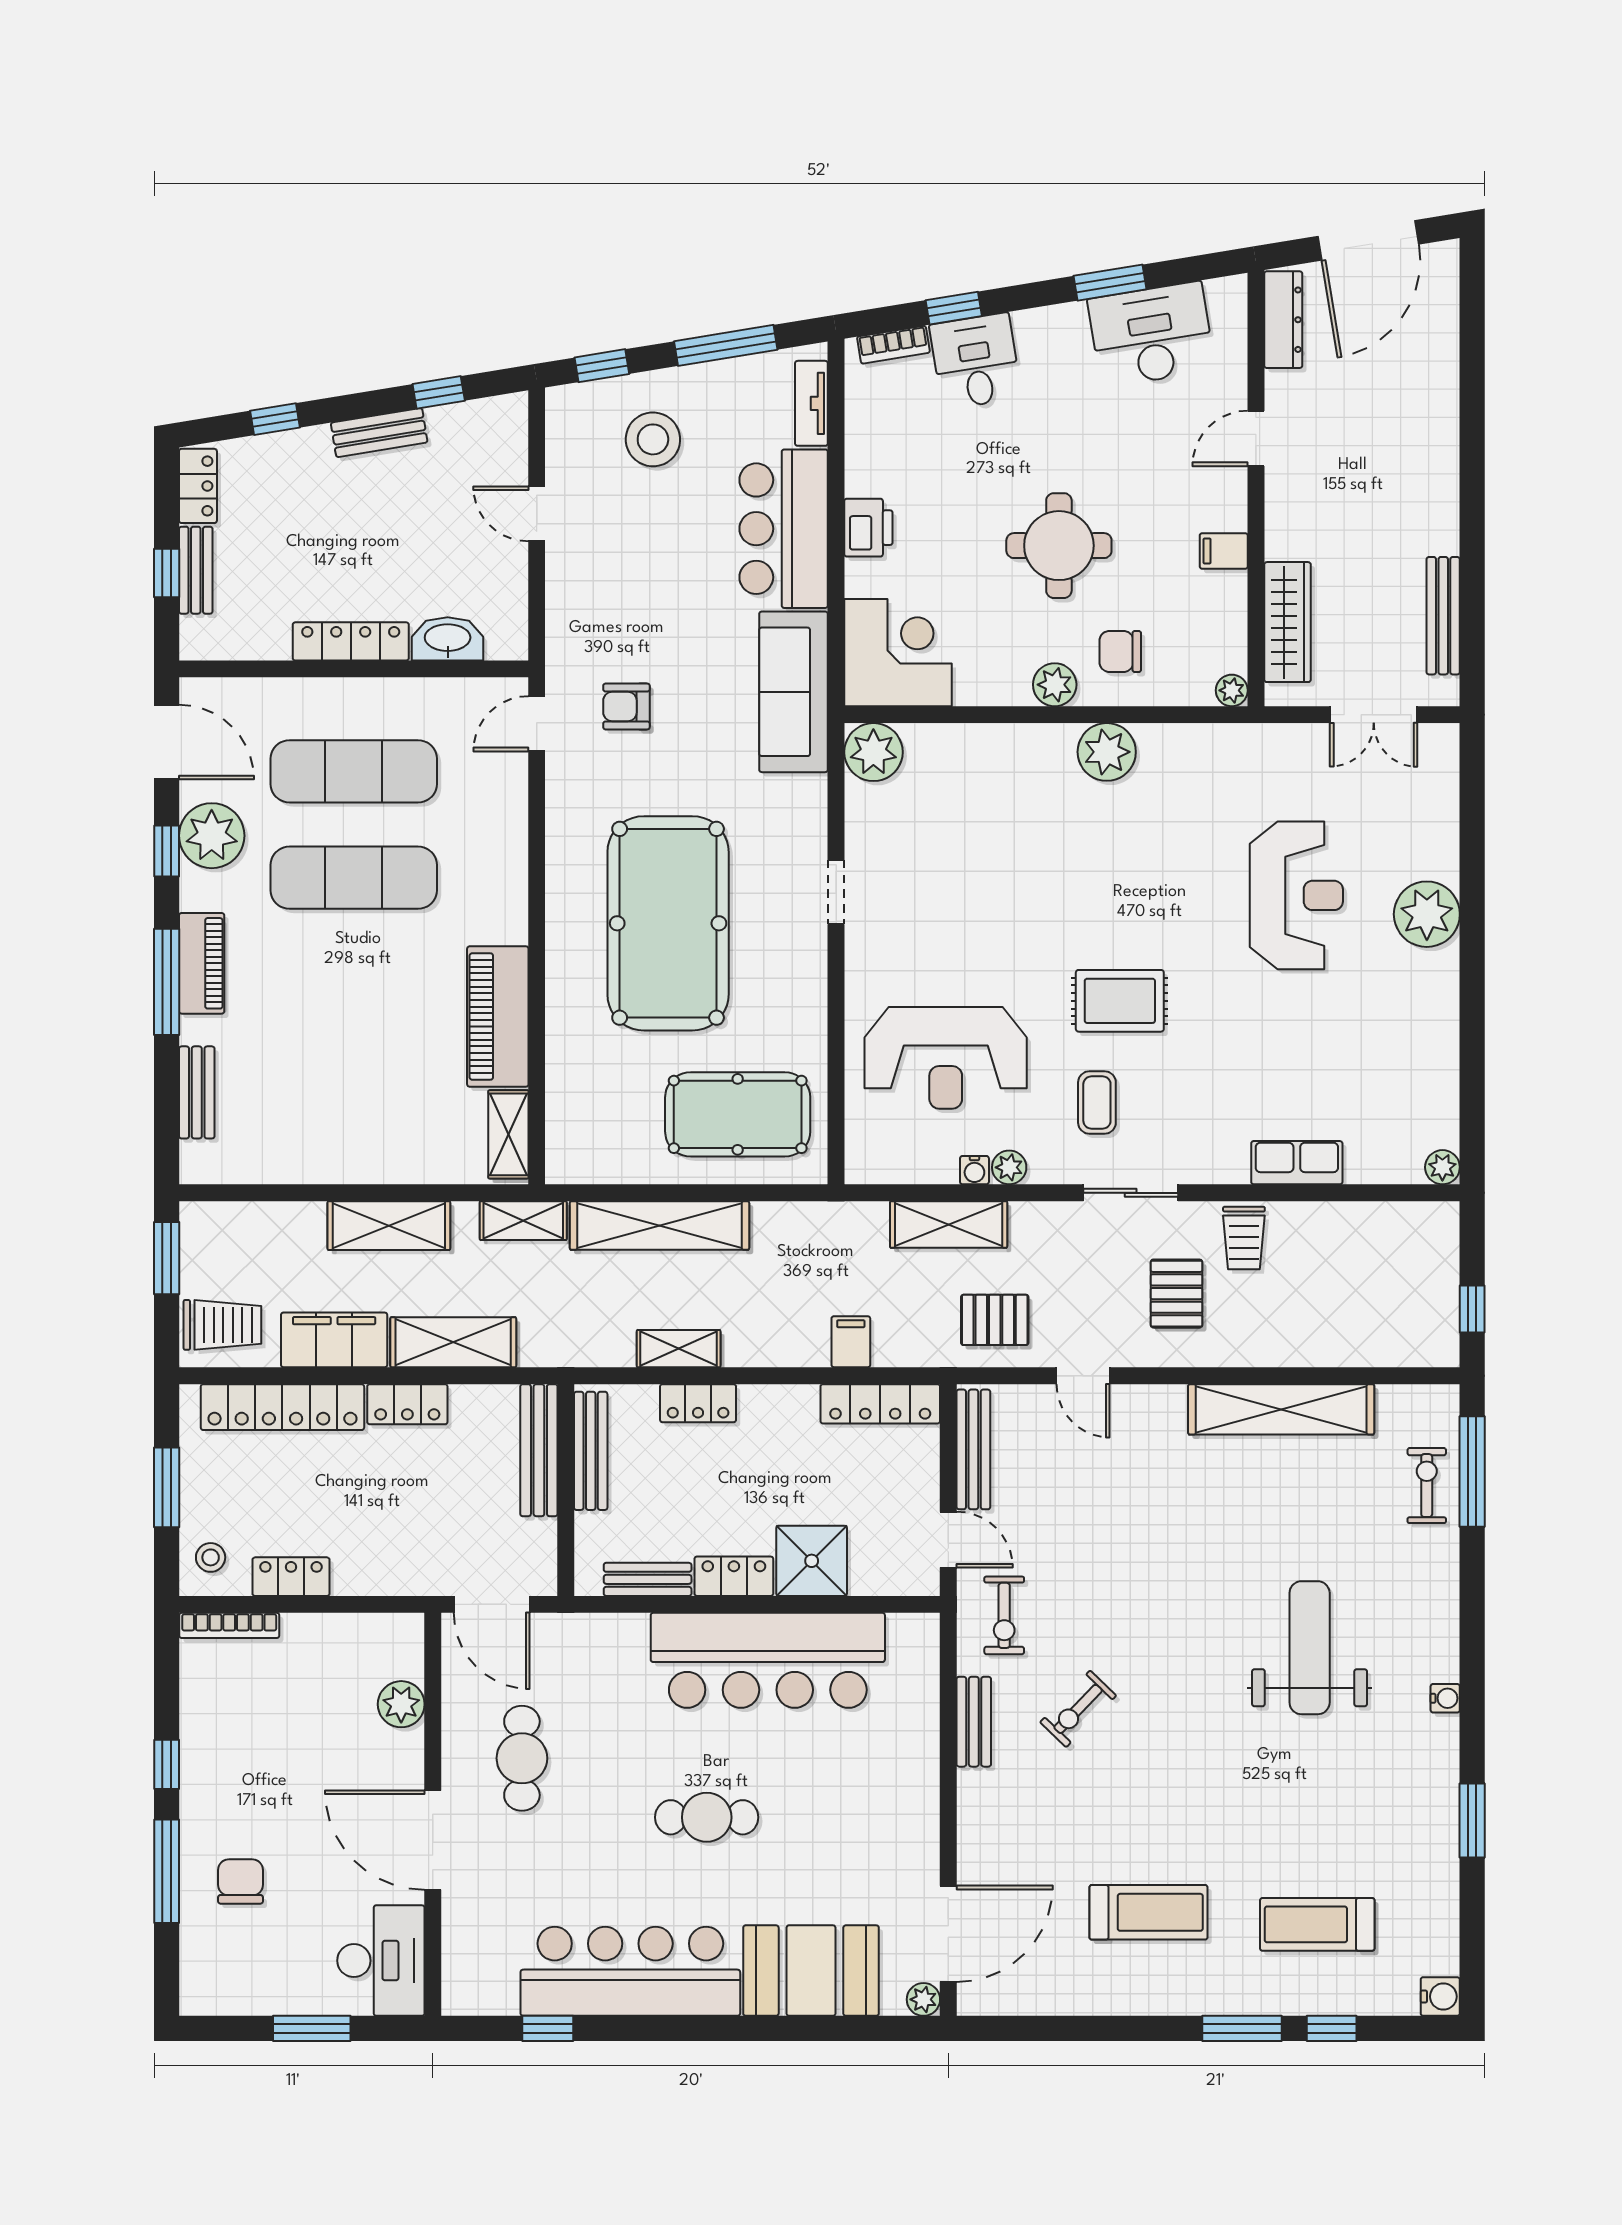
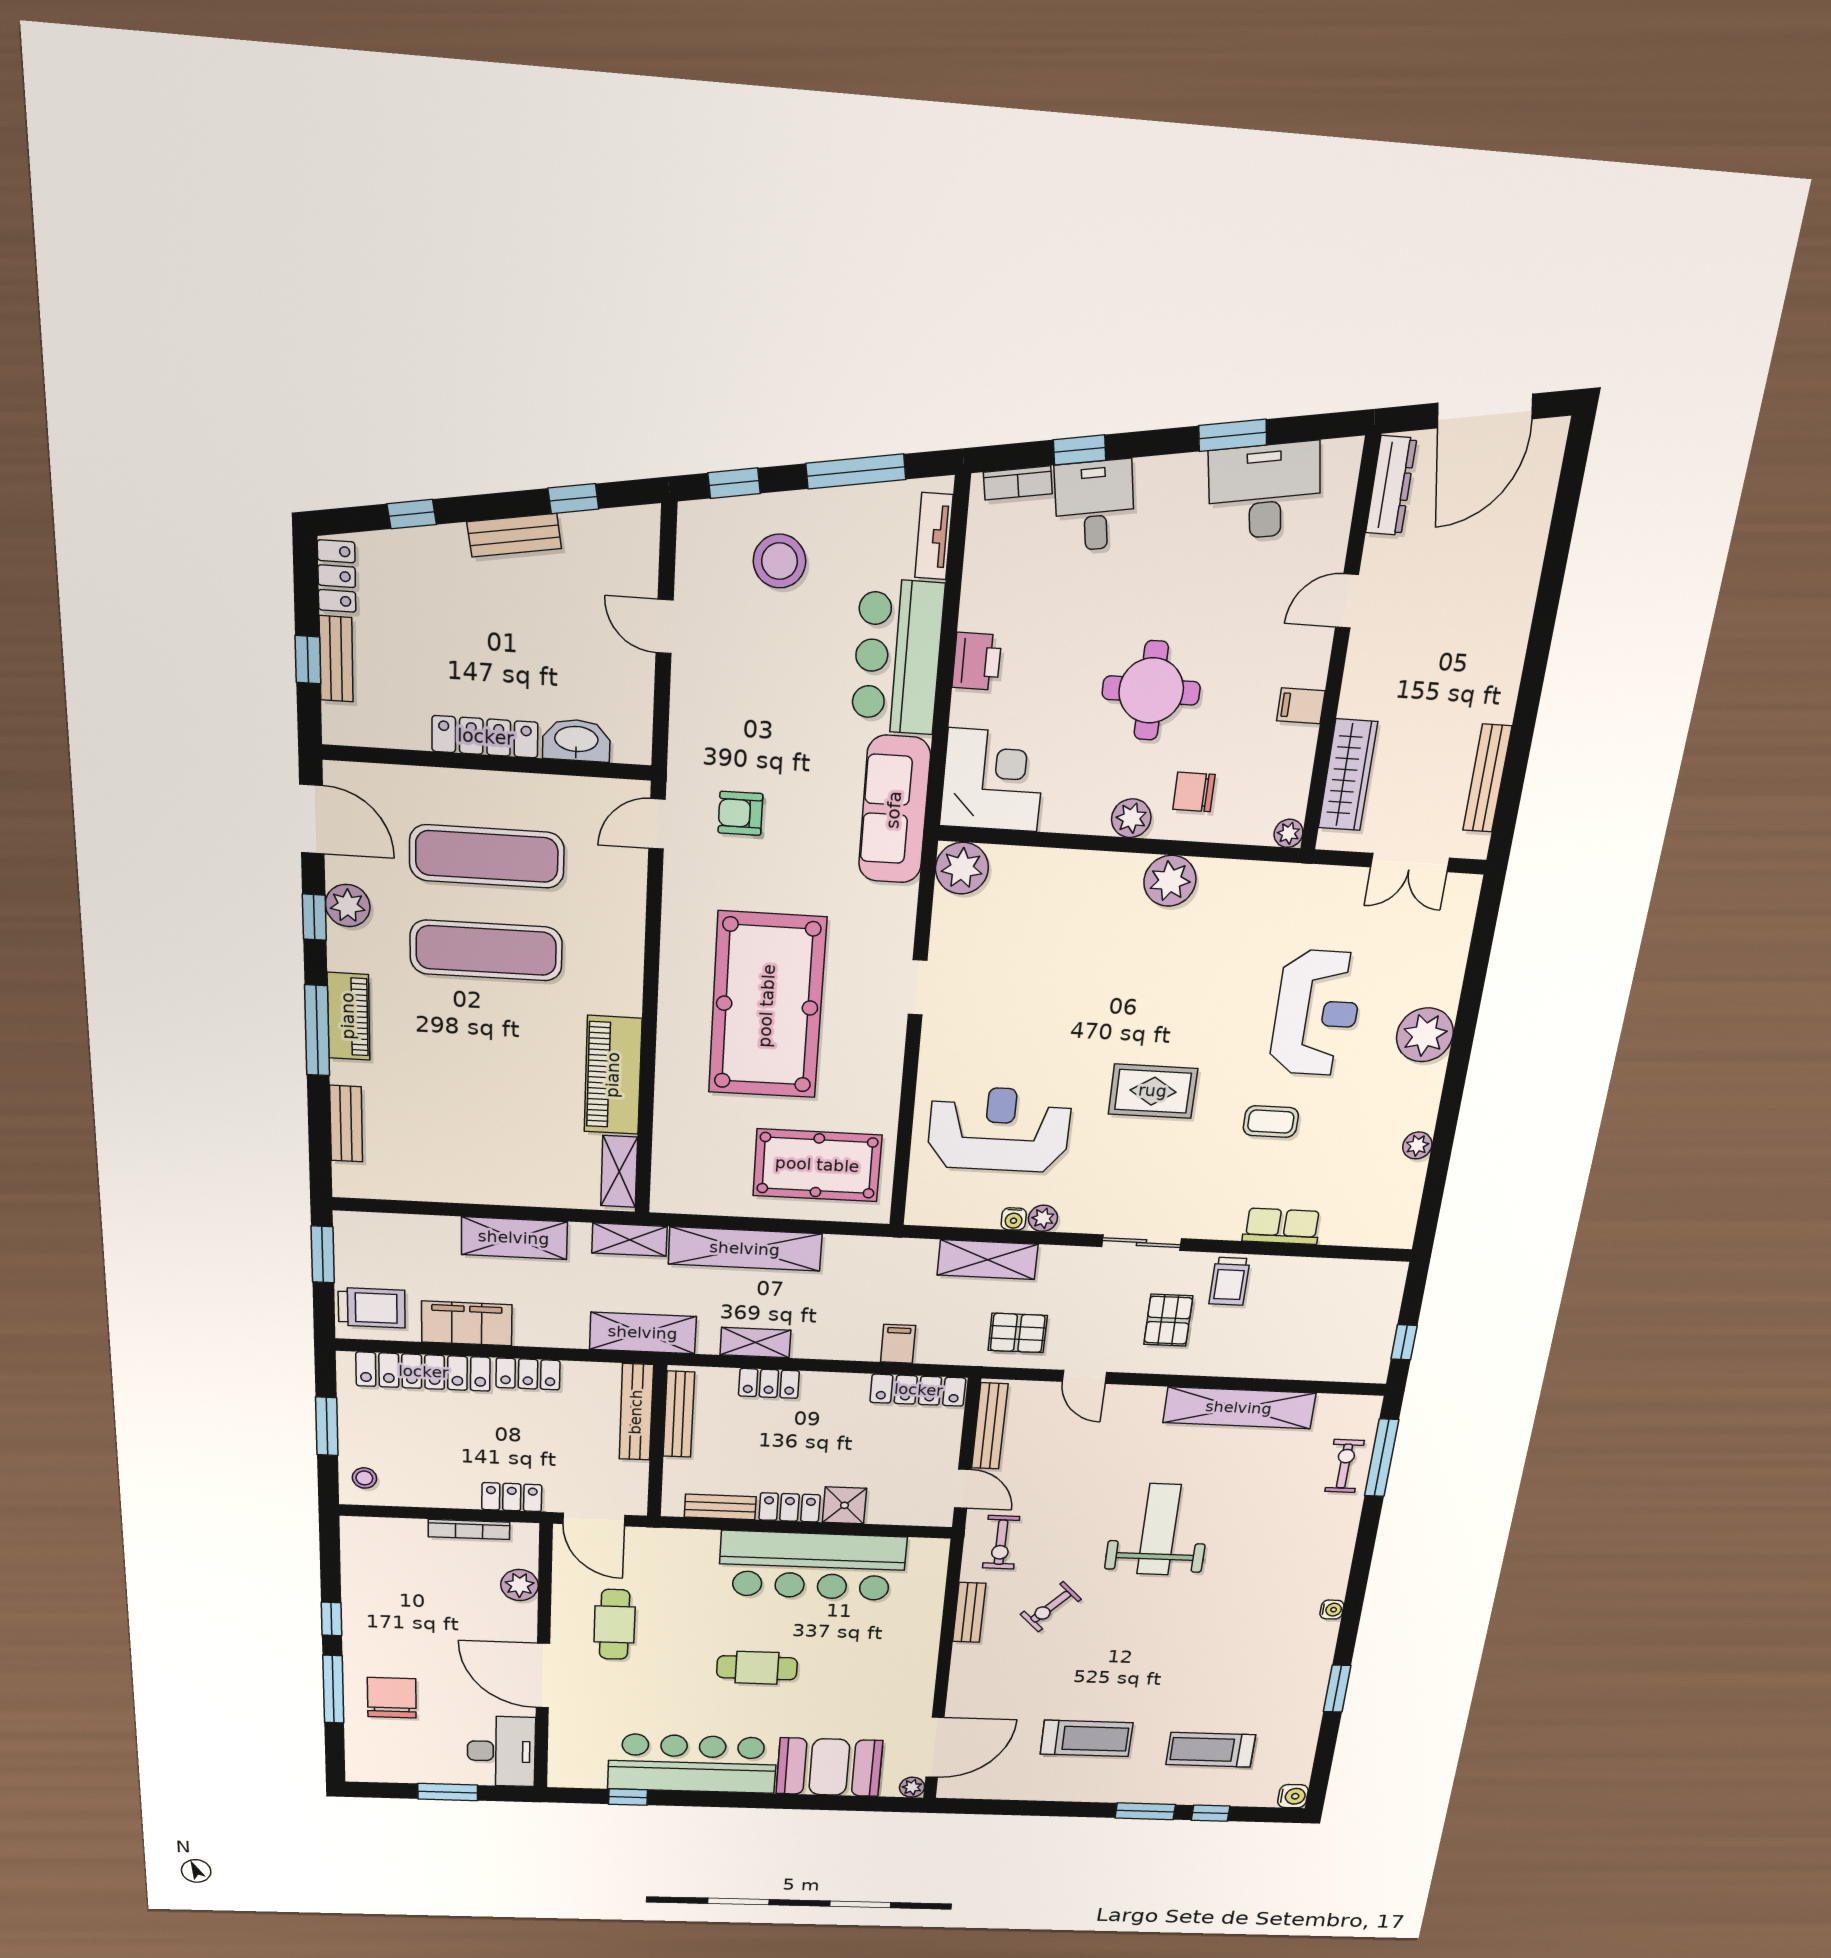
plant: (212, 836) -> (348, 906), width x0.73, depth x0.73
reception desk: (946, 1058) -> (999, 1129), turned 180
coffee table: (1097, 1102) -> (1271, 1122), moved, turned 90
plant: (1442, 1167) -> (1417, 1145), moved
shelving: (453, 1342) -> (643, 1333), moved
shower: (812, 1561) -> (844, 1505), width x0.73, depth x0.73
locker: (291, 1577) -> (512, 1497), moved
bookcase: (229, 1625) -> (469, 1529), moved
weight bench: (1310, 1648) -> (1159, 1530), moved
chair: (241, 1881) -> (392, 1698), width x1.37, depth x1.37

